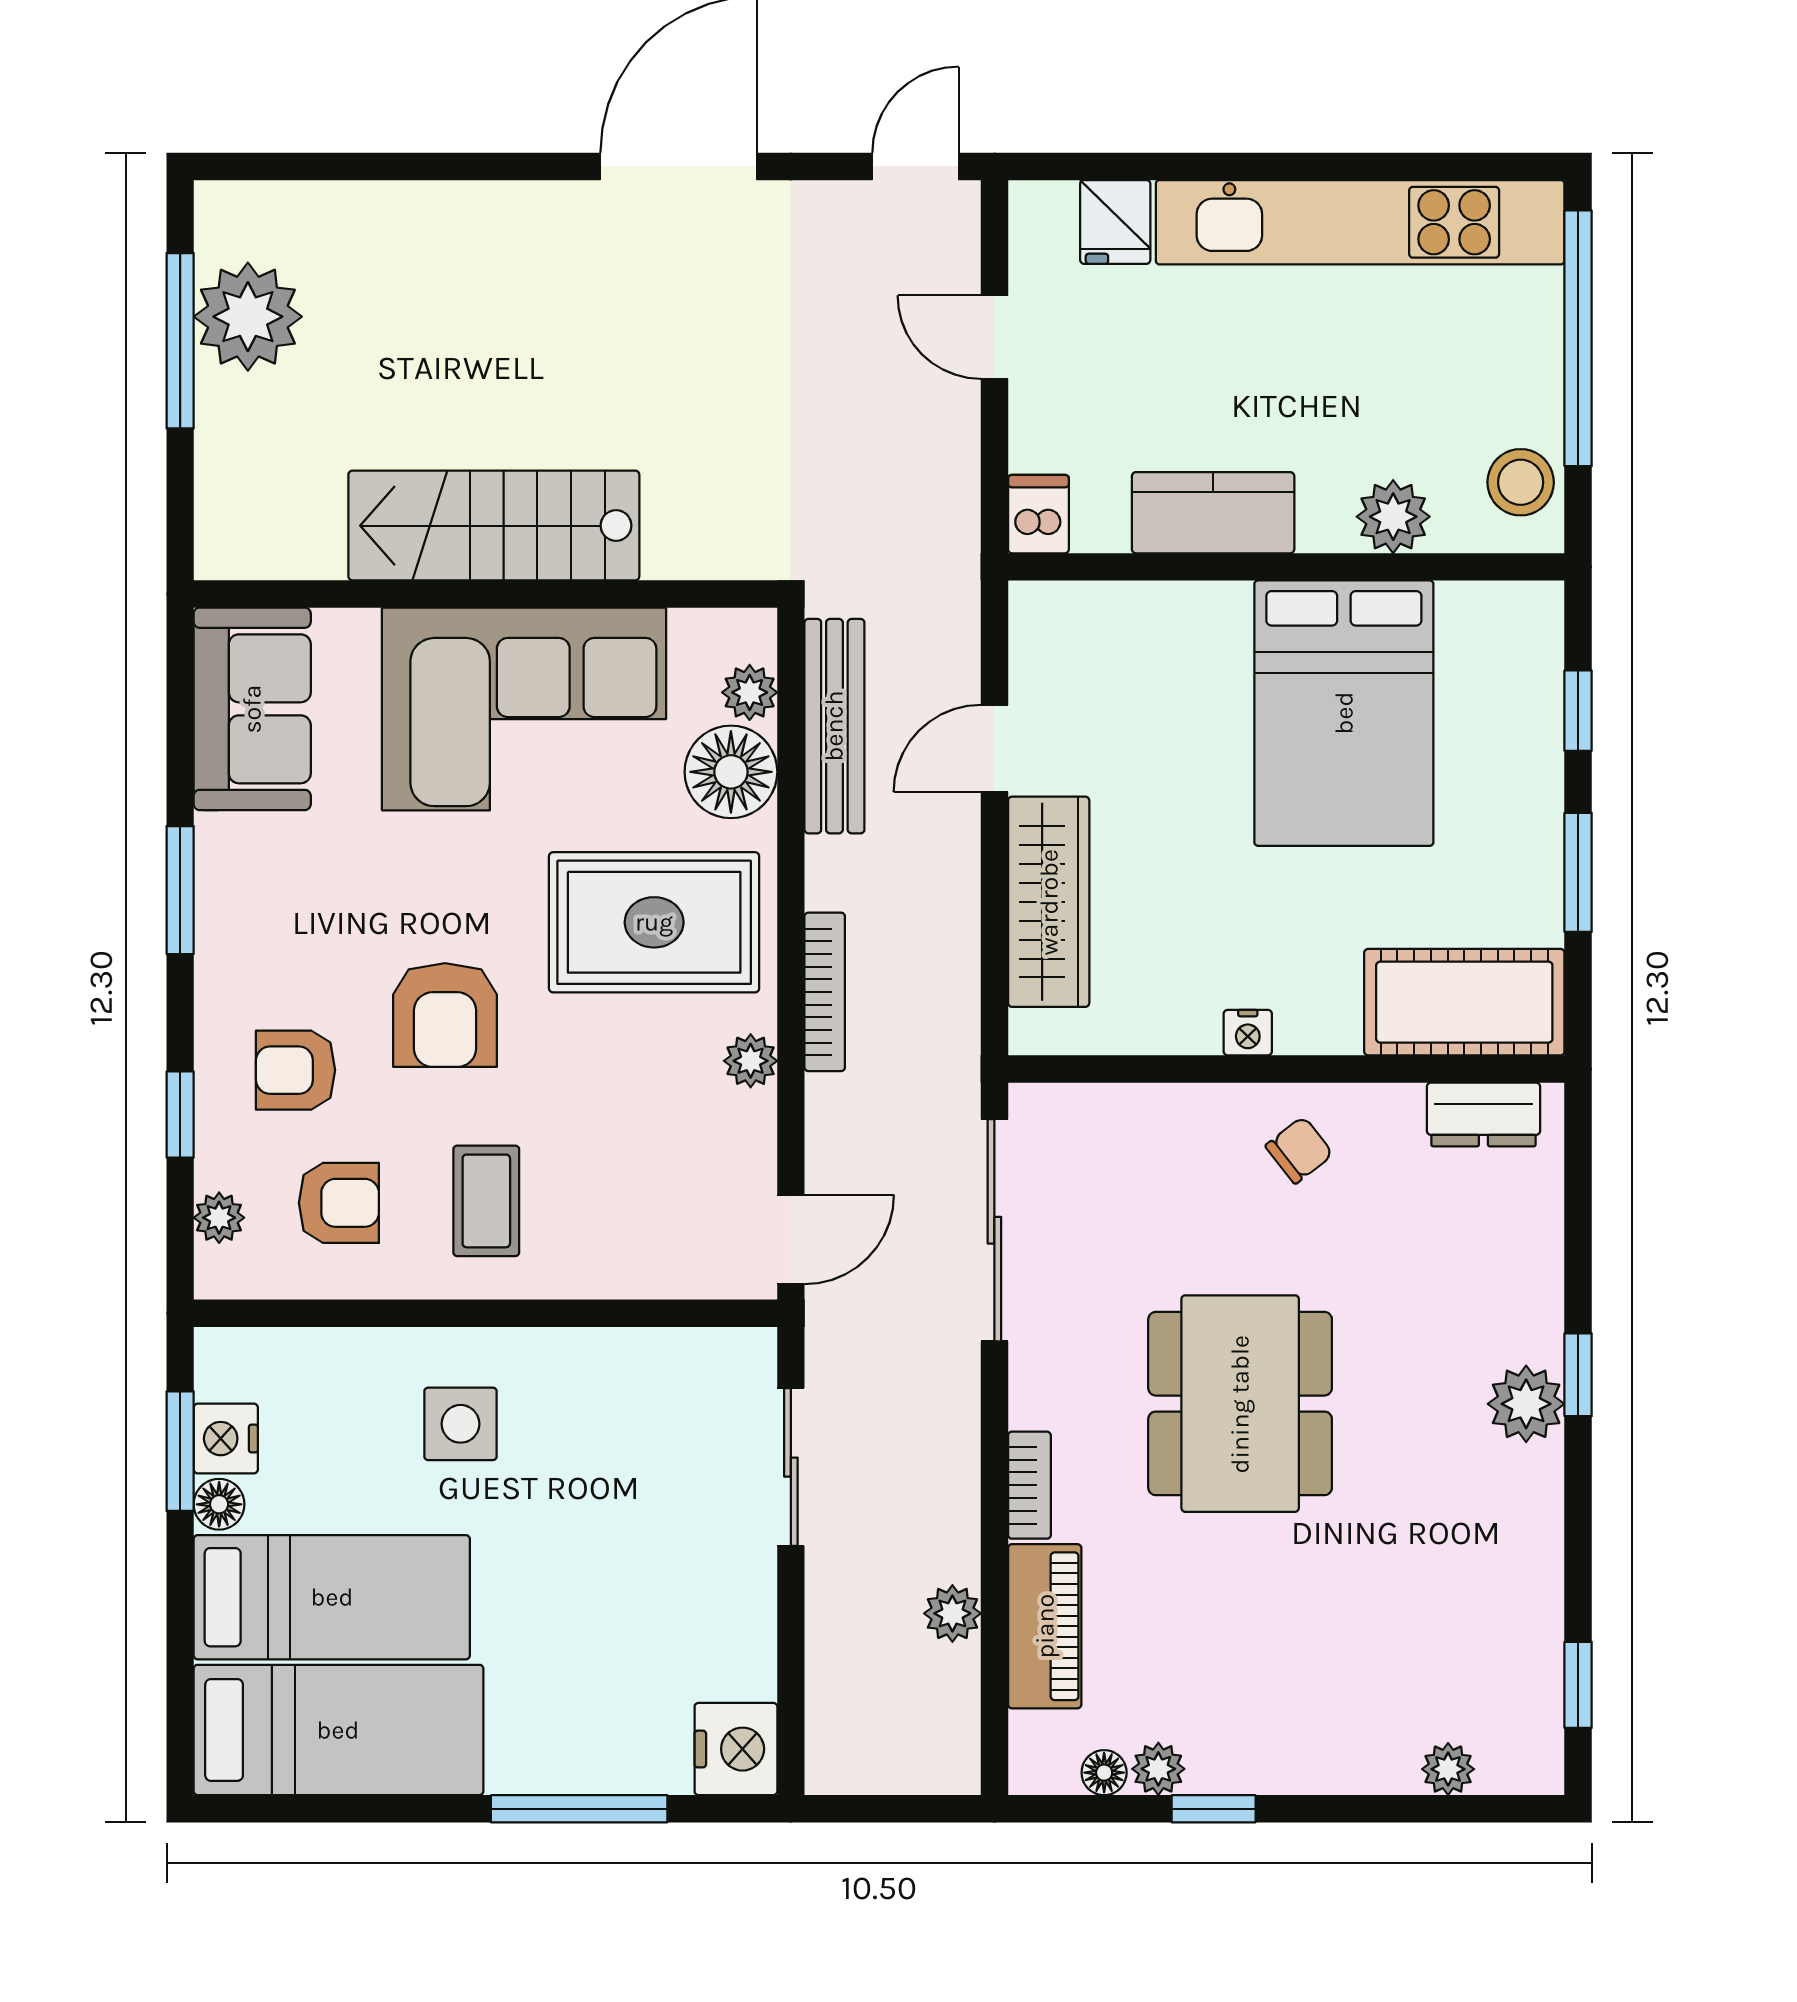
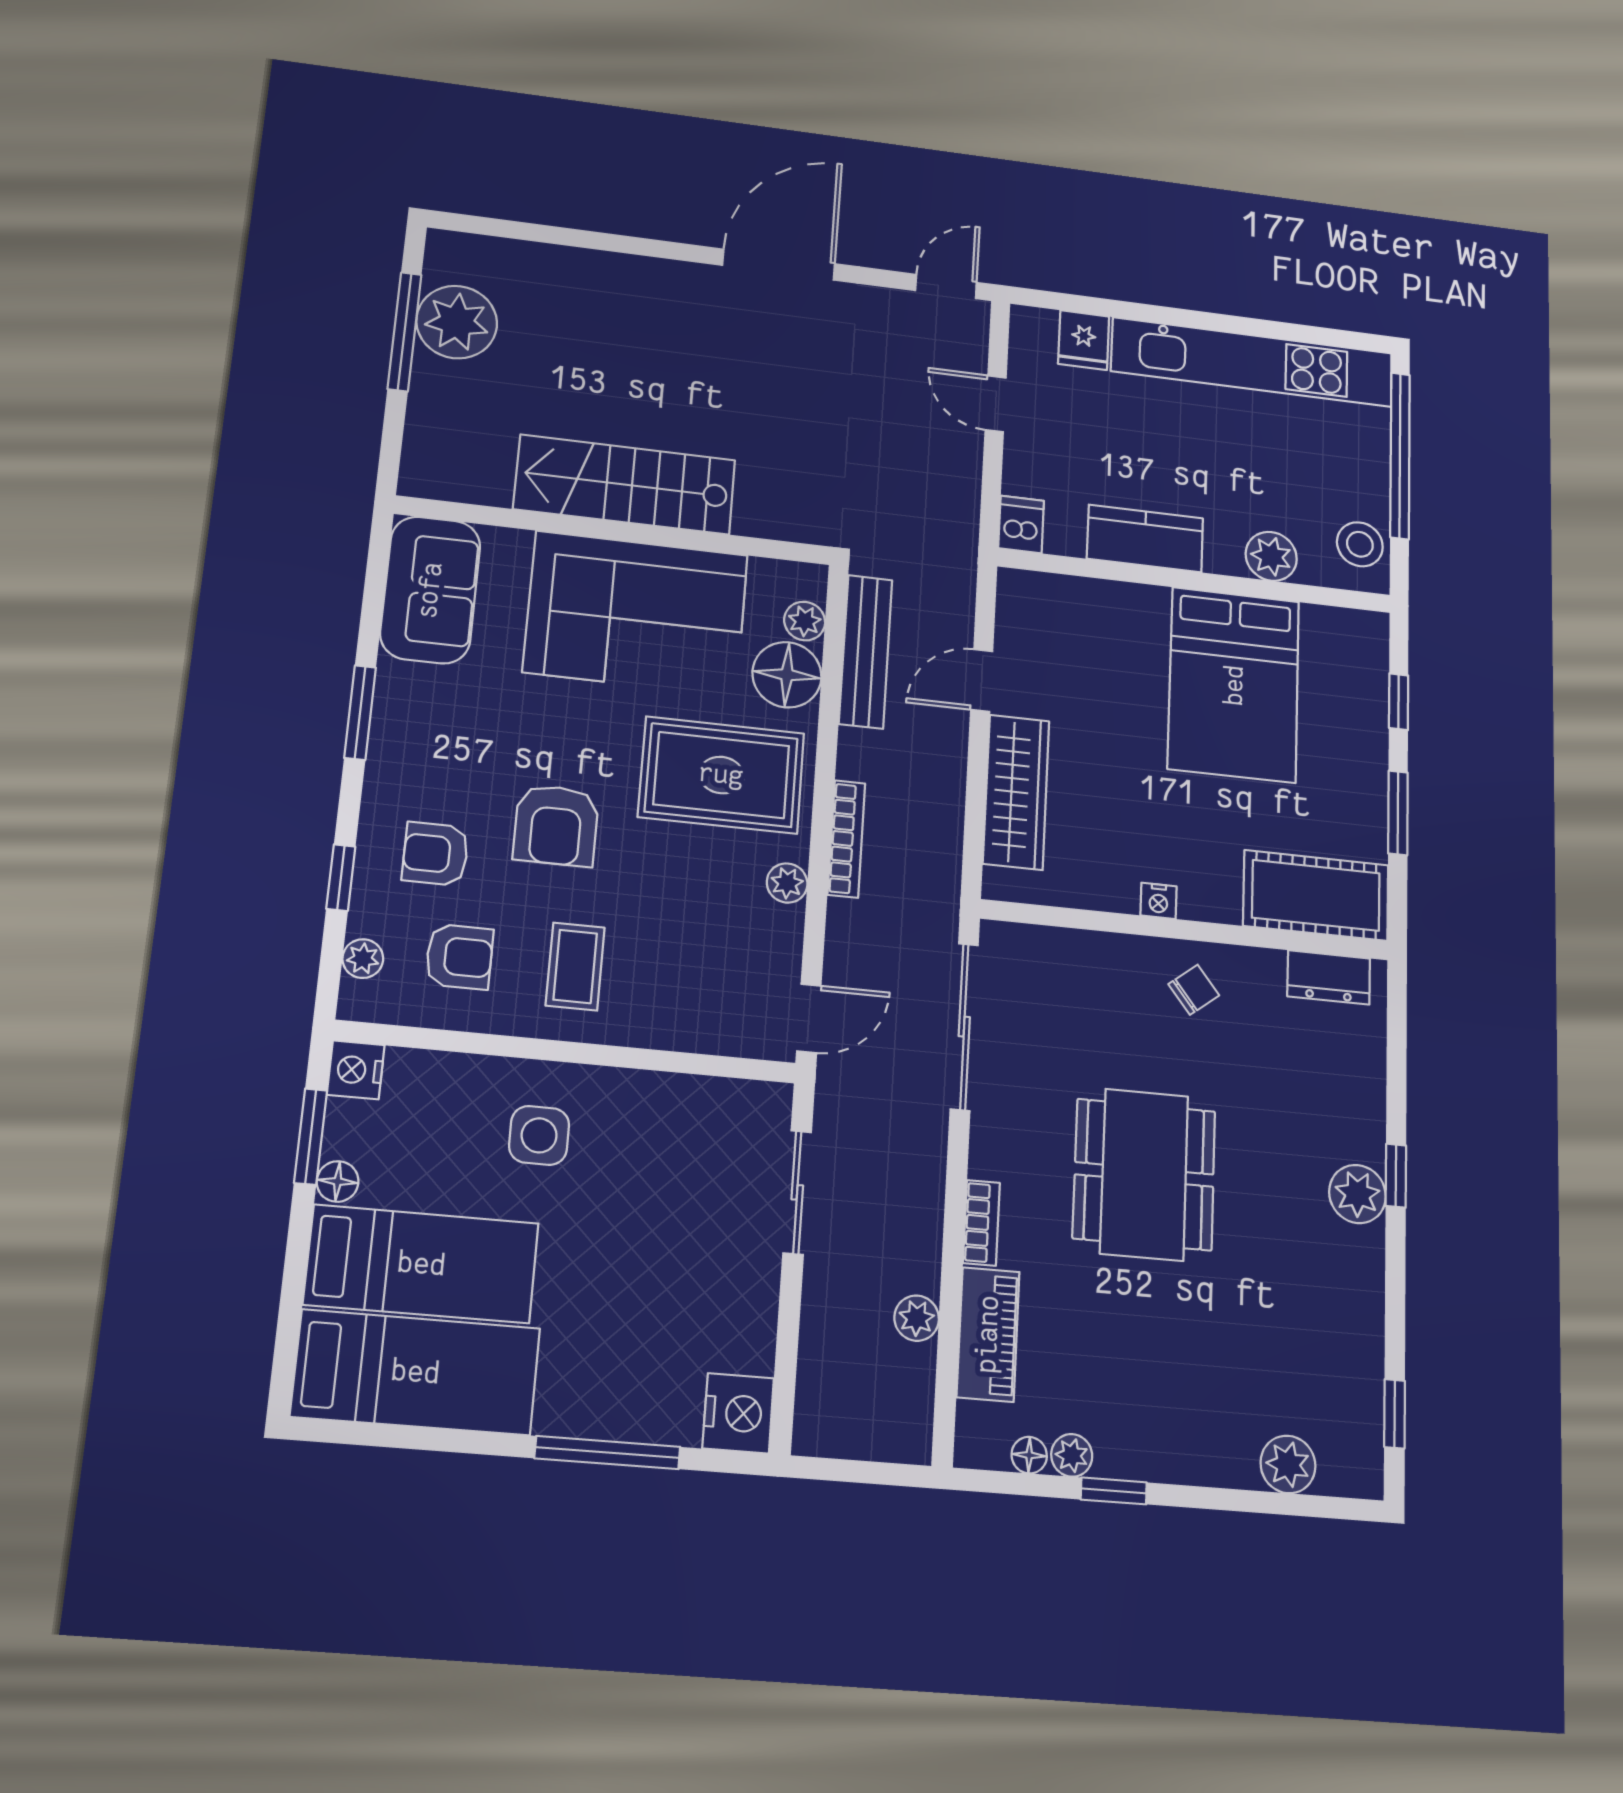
nightstand: (226, 1439) -> (356, 1070), moved
plant: (1448, 1769) -> (1288, 1464), width x1.38, depth x1.38

